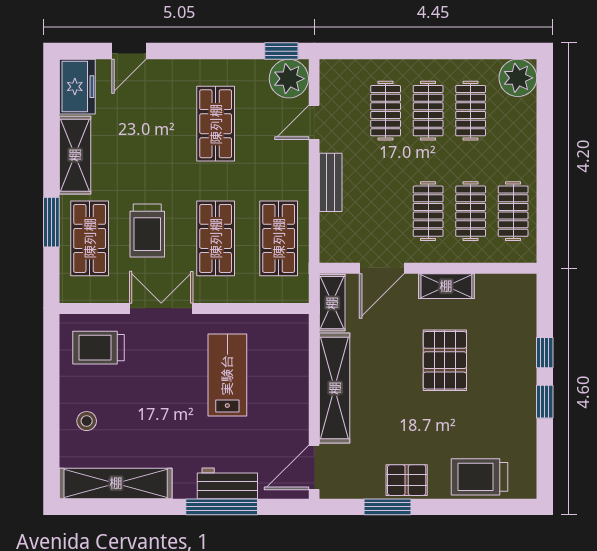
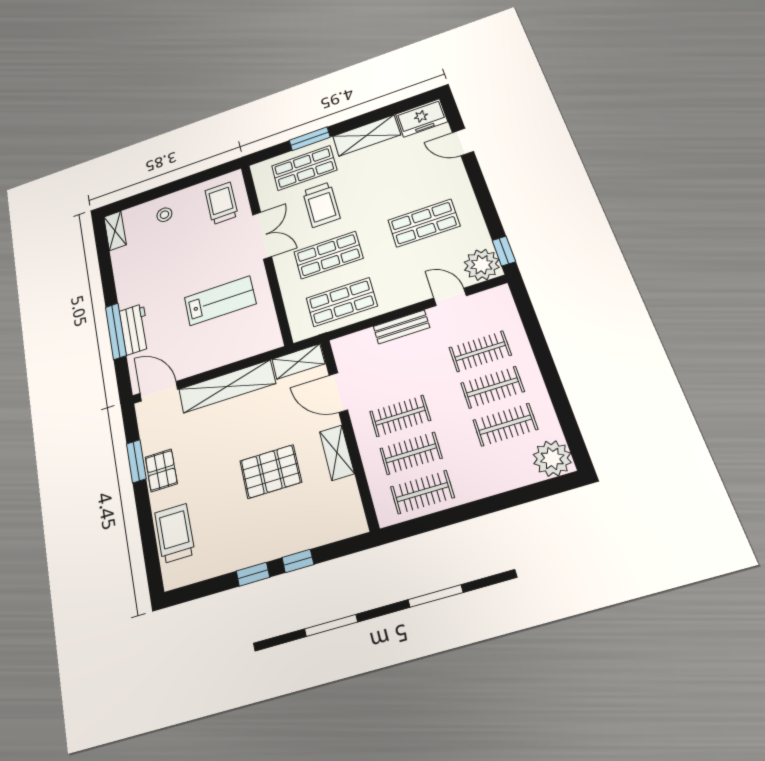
trolley: (147, 230) -> (321, 205), turned -90
shelving: (116, 483) -> (115, 231), width x0.45, depth x0.75

